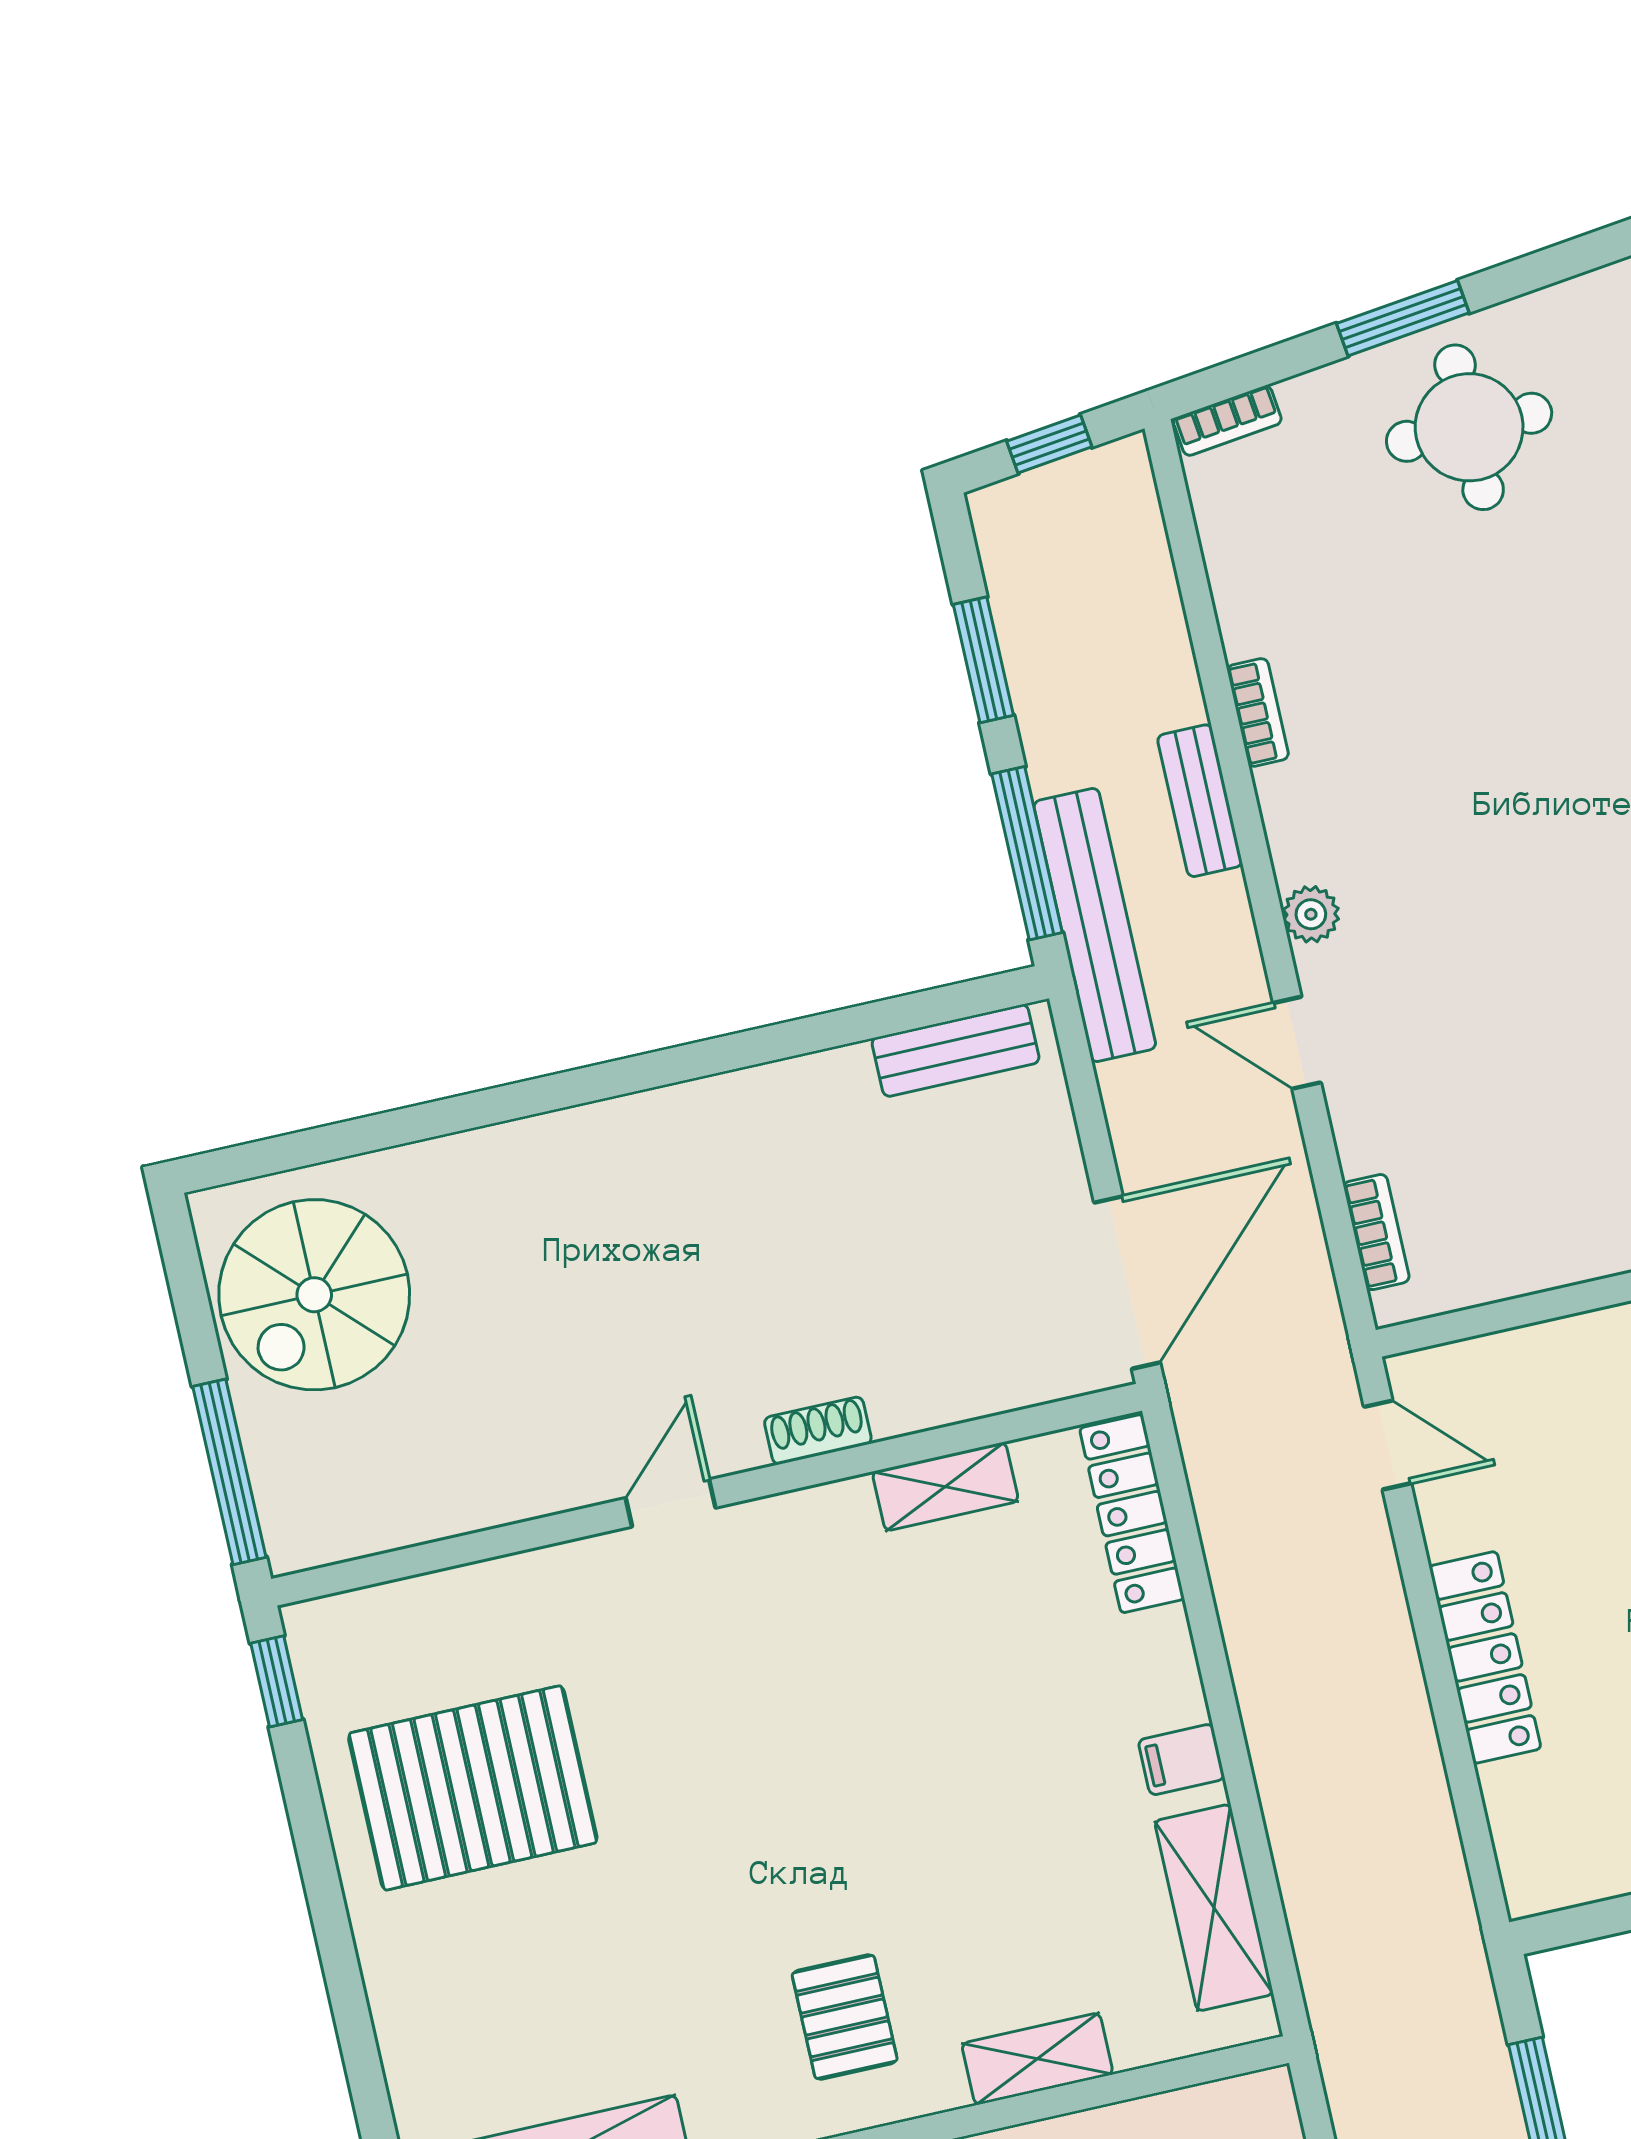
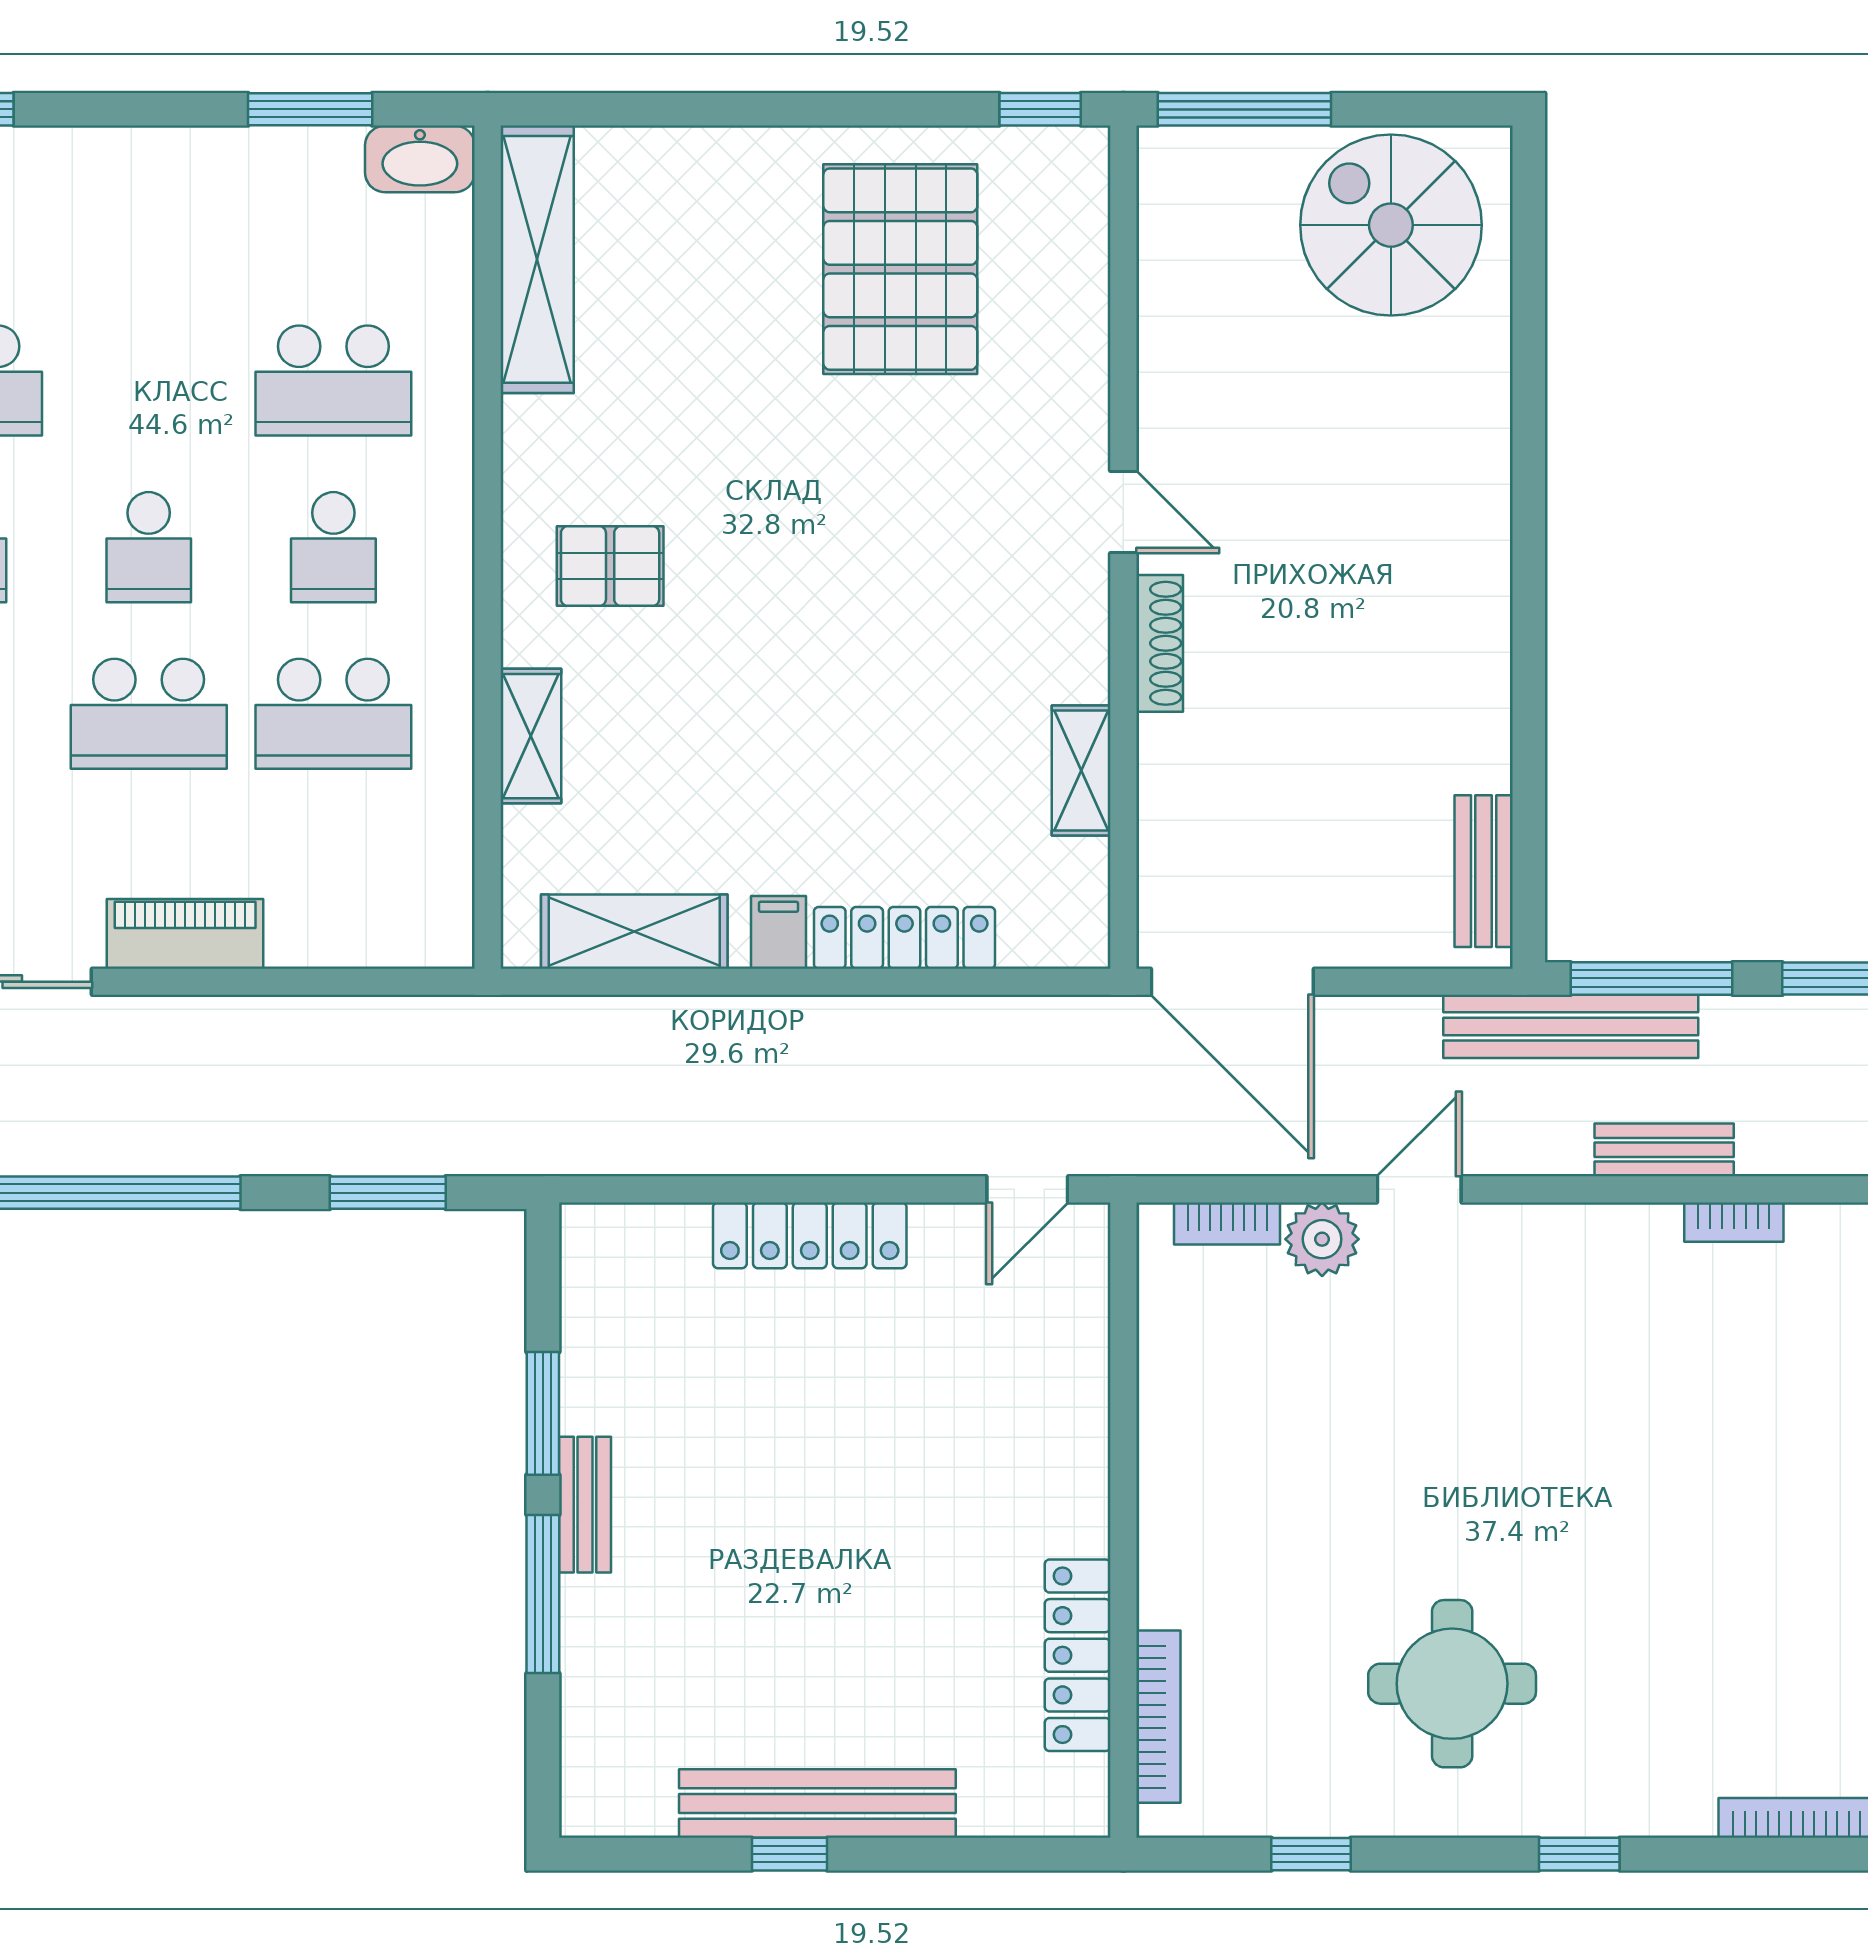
plant: (1311, 914) -> (1322, 1239), moved, width x1.38, depth x1.38
shoe rack: (818, 1431) -> (1160, 643), width x1.43
locker: (1132, 1514) -> (904, 938), moved

